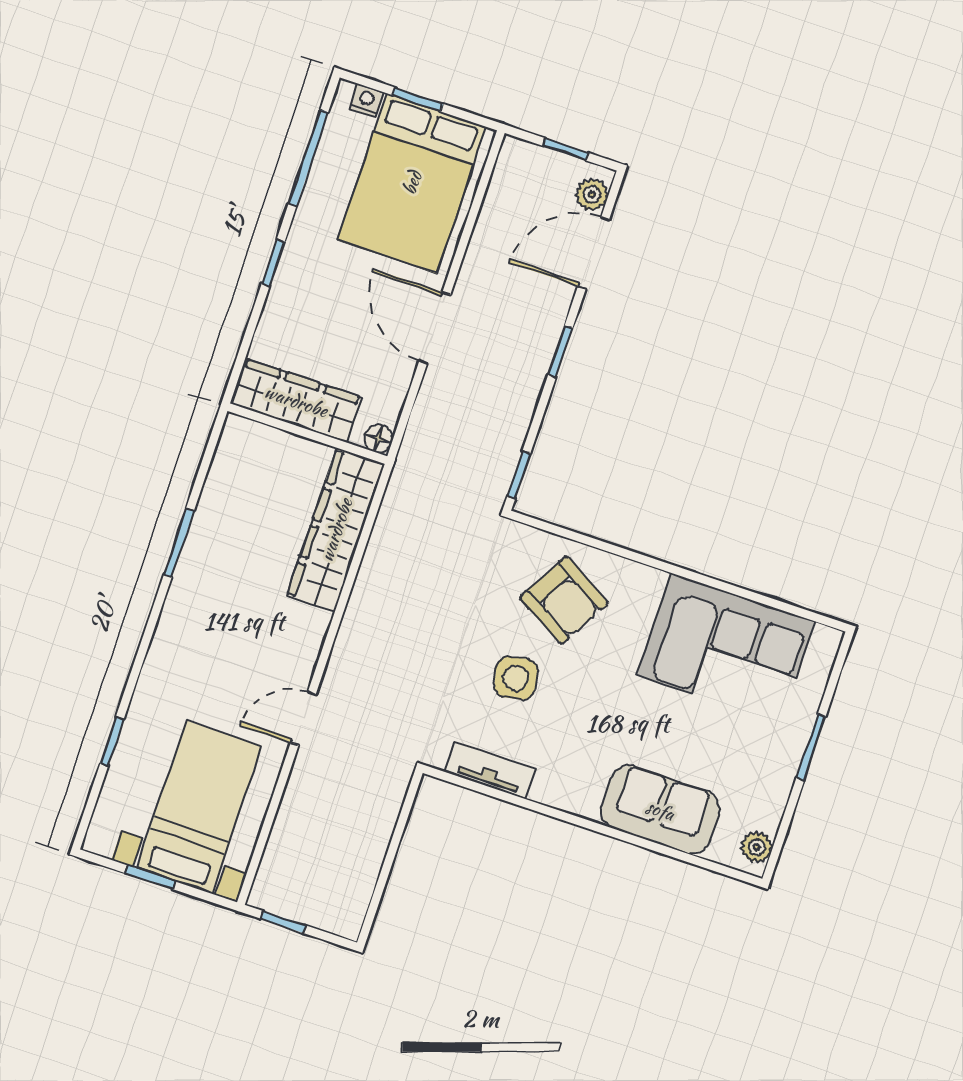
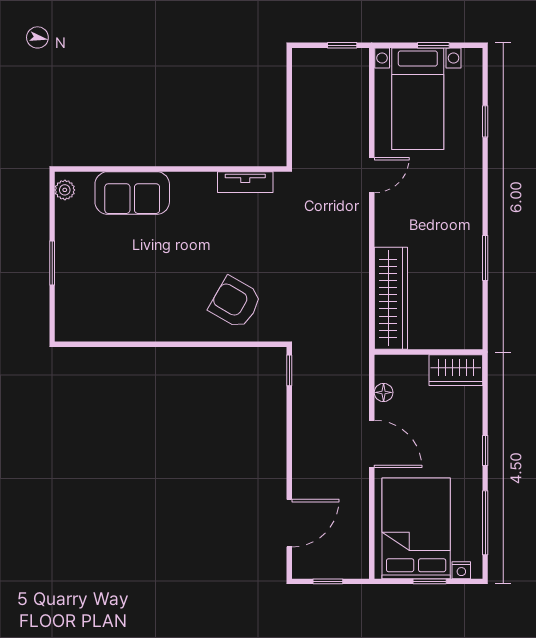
plant: (592, 195) -> (302, 559), removed
window: (560, 351) -> (289, 455), removed
wardrobe: (296, 401) -> (456, 370), width x0.67
floor lamp: (378, 438) -> (384, 392), moved
corner sofa: (725, 648) -> (126, 306), removed
side table: (516, 678) -> (249, 244), removed

